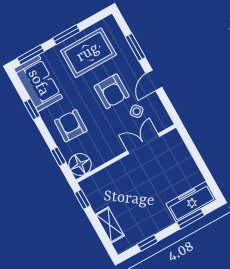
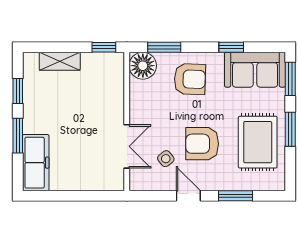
window: (58, 157) -> (164, 47), width x1.50
window: (191, 219) -> (18, 136), moved

